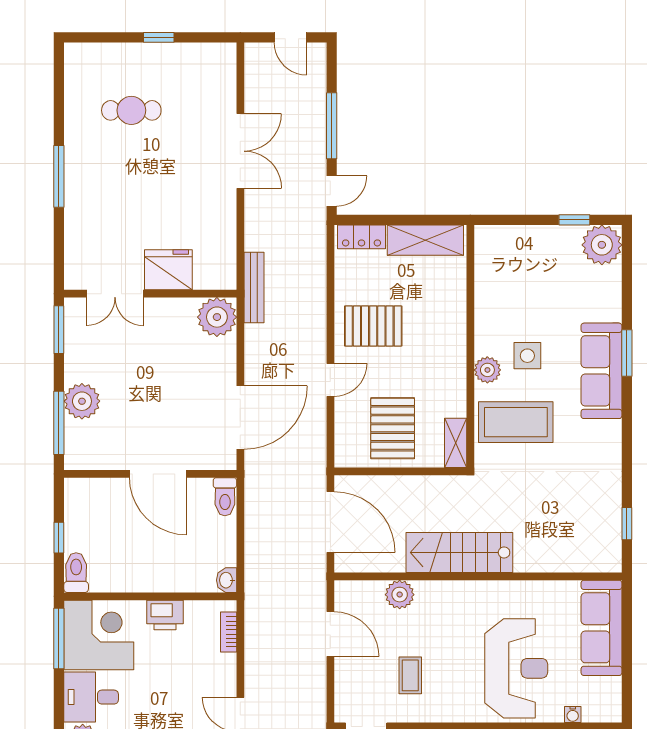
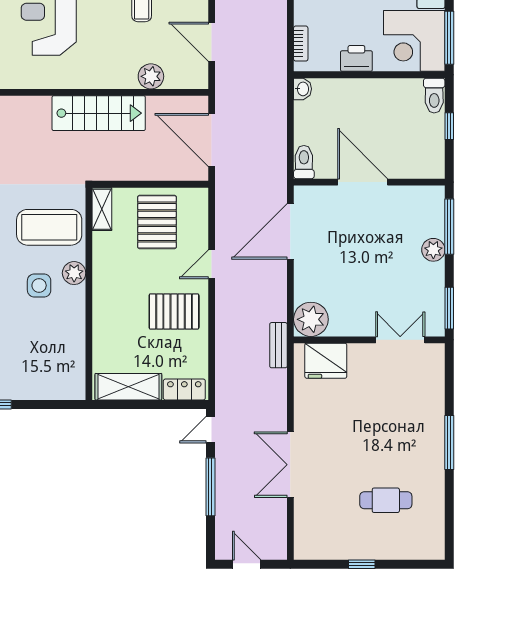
fridge: (168, 270) -> (326, 361), moved
bench: (254, 288) -> (278, 345), width x0.73
plant: (82, 401) -> (433, 250), width x0.73, depth x0.73

